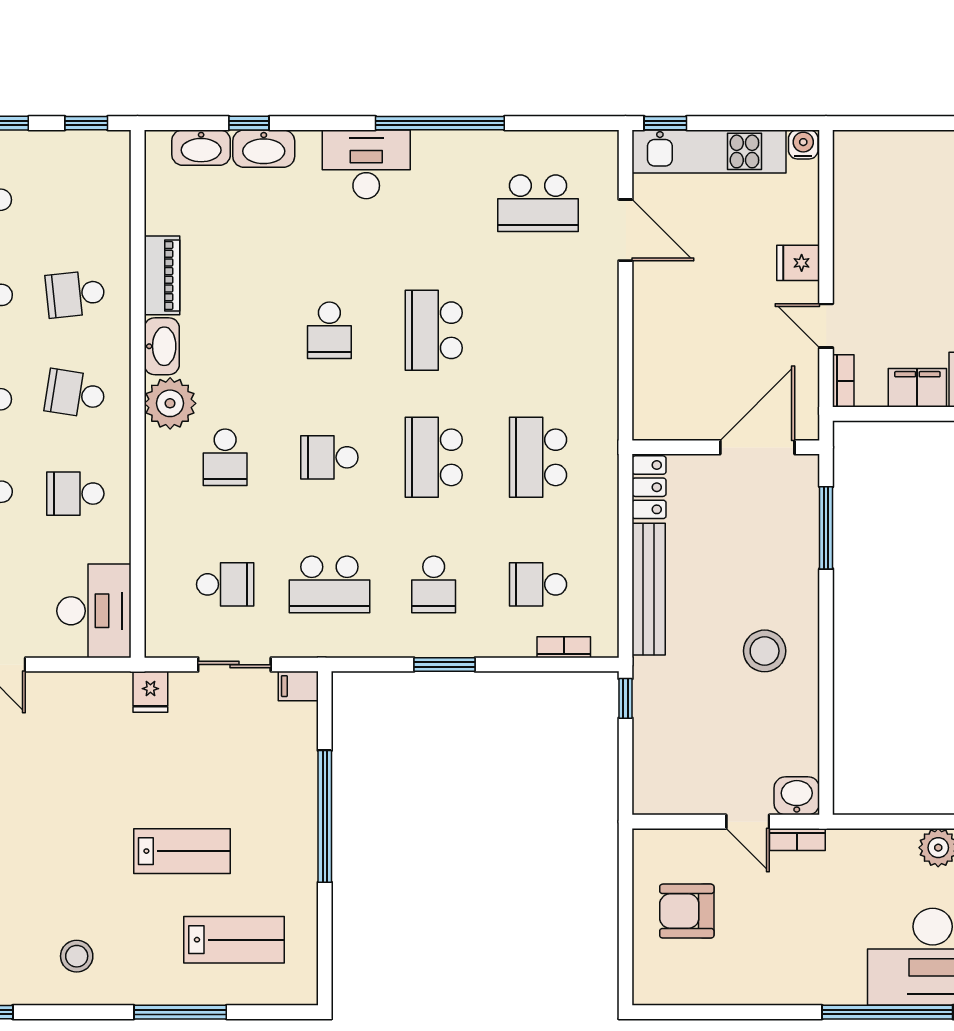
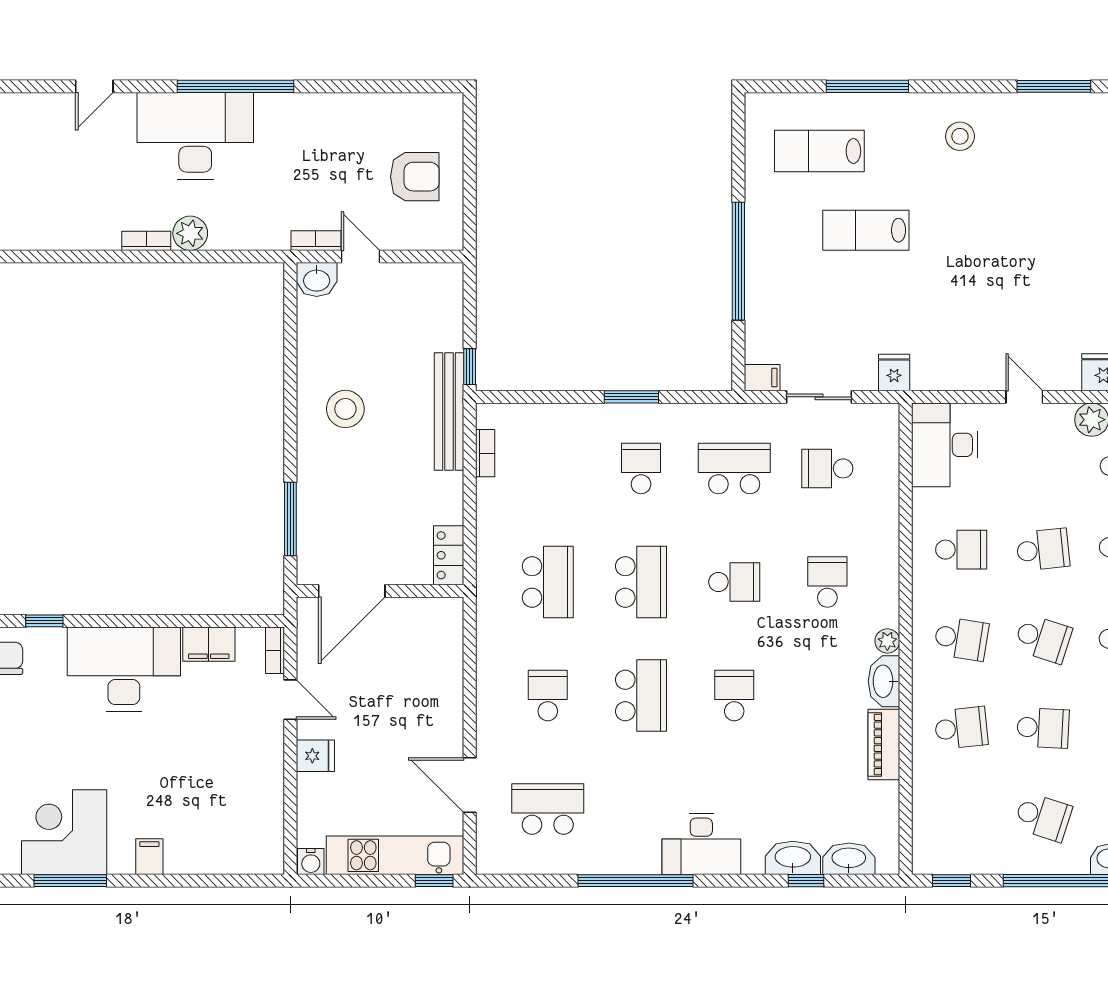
plant: (170, 403) -> (887, 641), width x0.53, depth x0.53
school desk: (538, 584) -> (548, 695), moved, turned -90
bench: (649, 589) -> (449, 411), moved
bookcase: (564, 647) -> (485, 453), moved, turned -90

